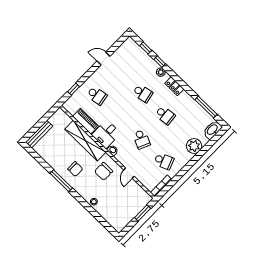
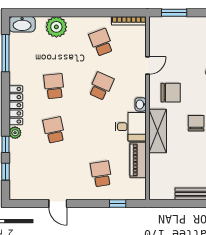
locker: (174, 86) -> (16, 105), width x1.53
shelving: (85, 141) -> (158, 131), width x0.68

